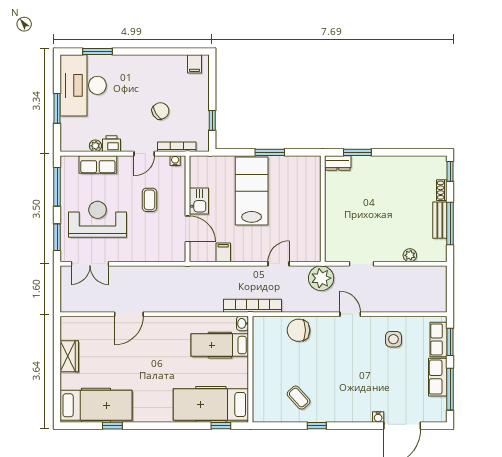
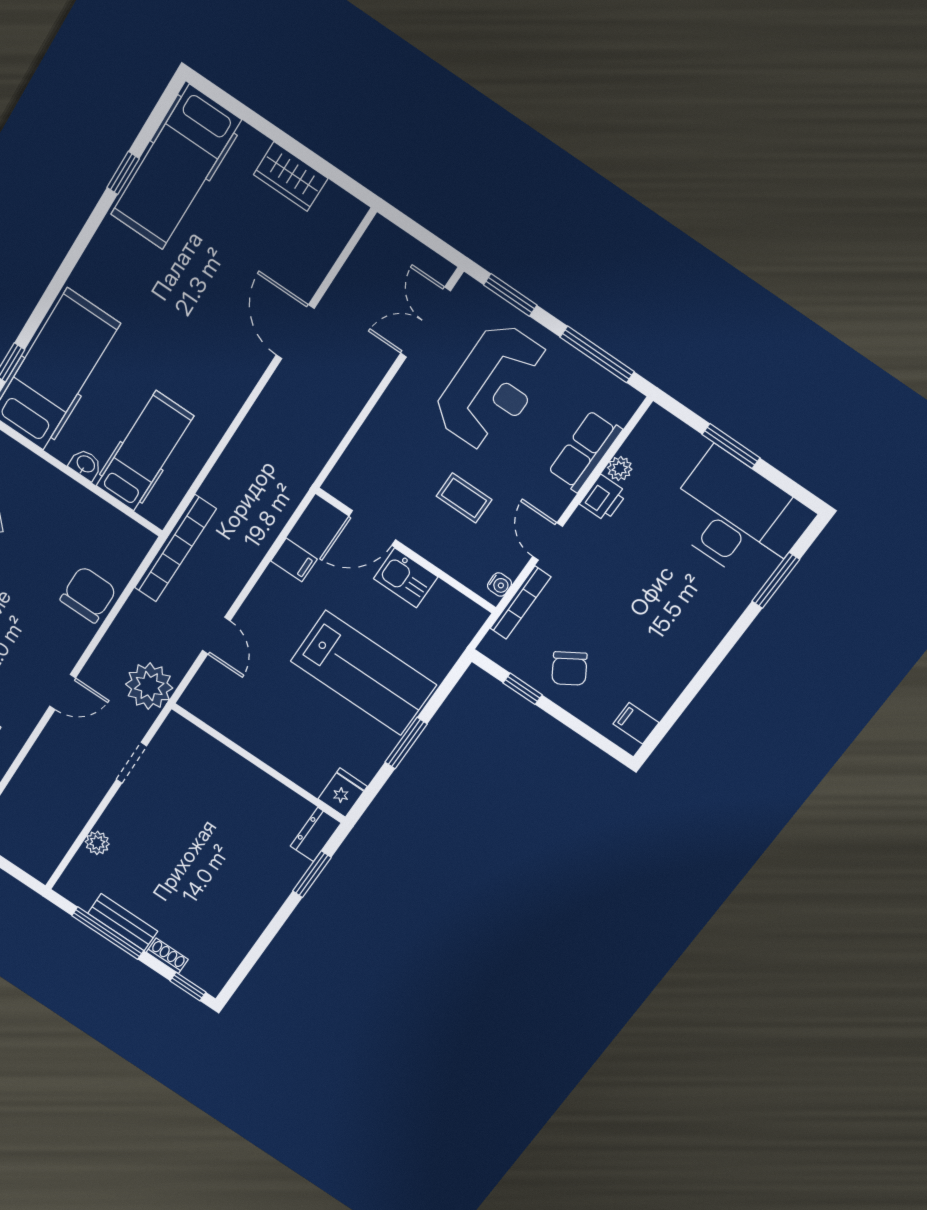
chair: (160, 111) -> (569, 668), moved
fridge: (311, 164) -> (343, 793), added
washbasin: (243, 323) -> (85, 464), moved

